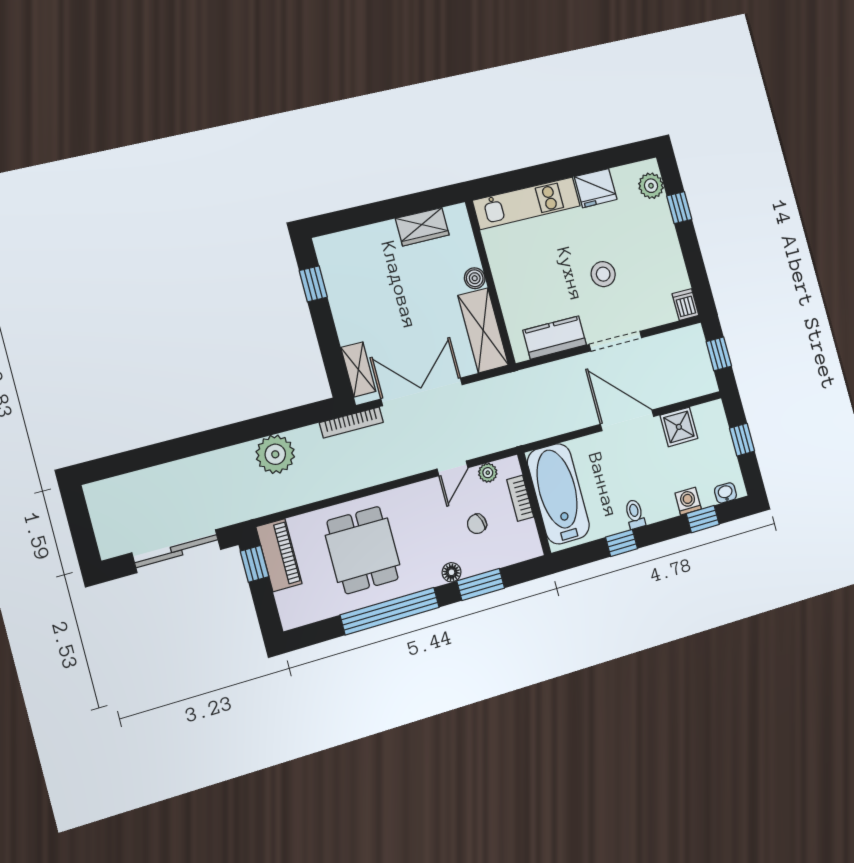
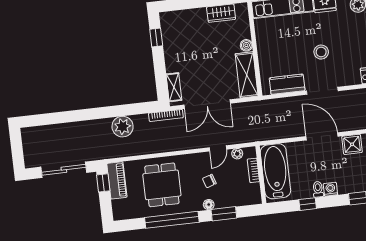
double door: (422, 392) -> (207, 104), swing flipped
washing machine: (688, 501) -> (330, 189), moved
chair: (477, 524) -> (209, 181), moved

